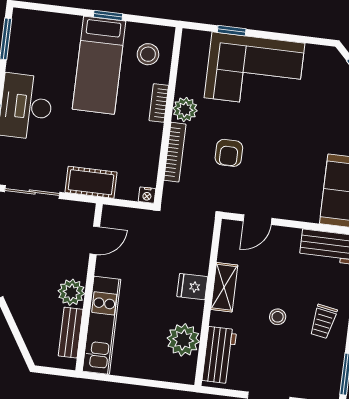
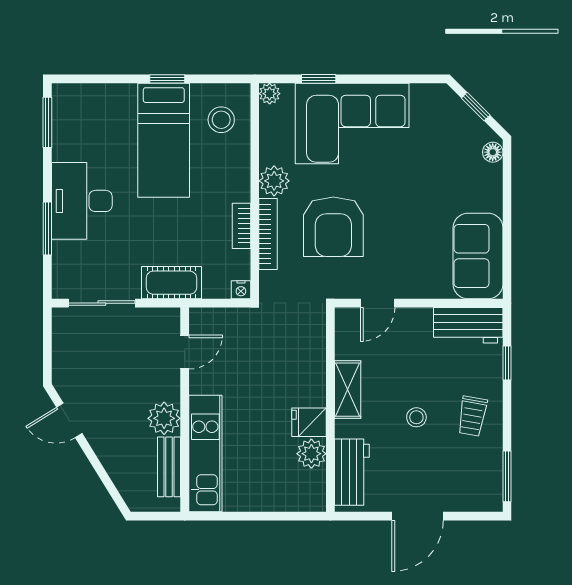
plant: (190, 38) -> (270, 94), added
bookcase: (159, 103) -> (241, 226), moved
armchair: (229, 153) -> (333, 227), width x1.88, depth x1.88
fridge: (192, 287) -> (309, 422), moved
plant: (183, 340) -> (311, 454), width x0.73, depth x0.73

